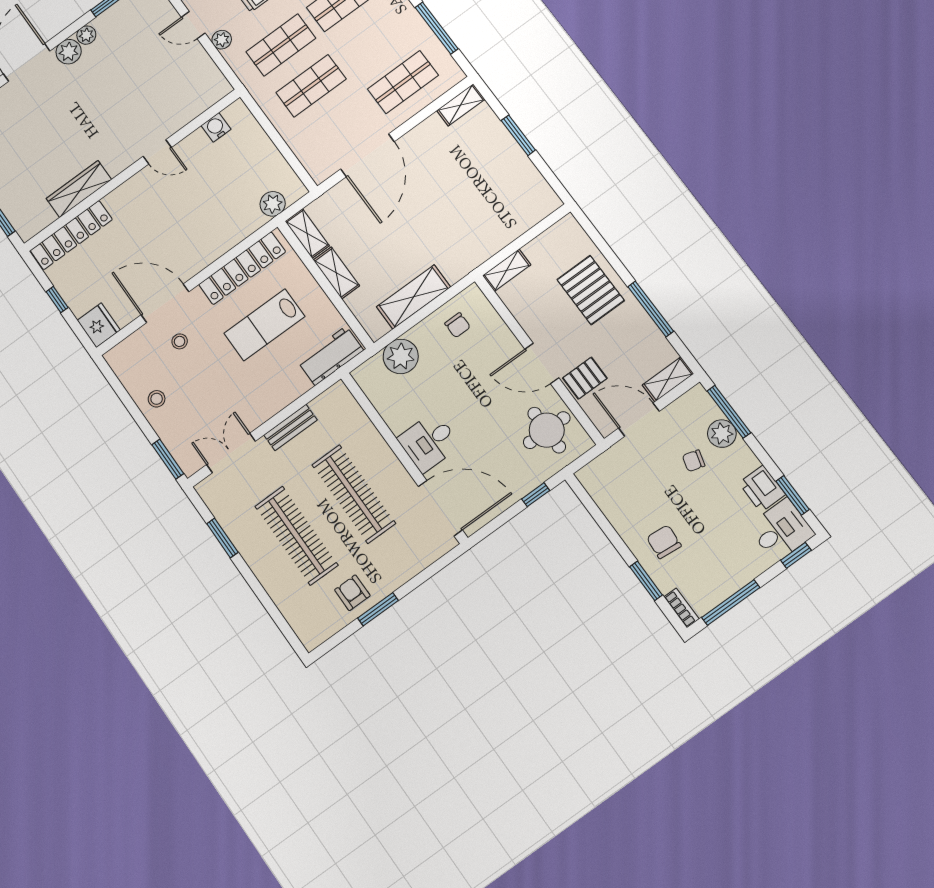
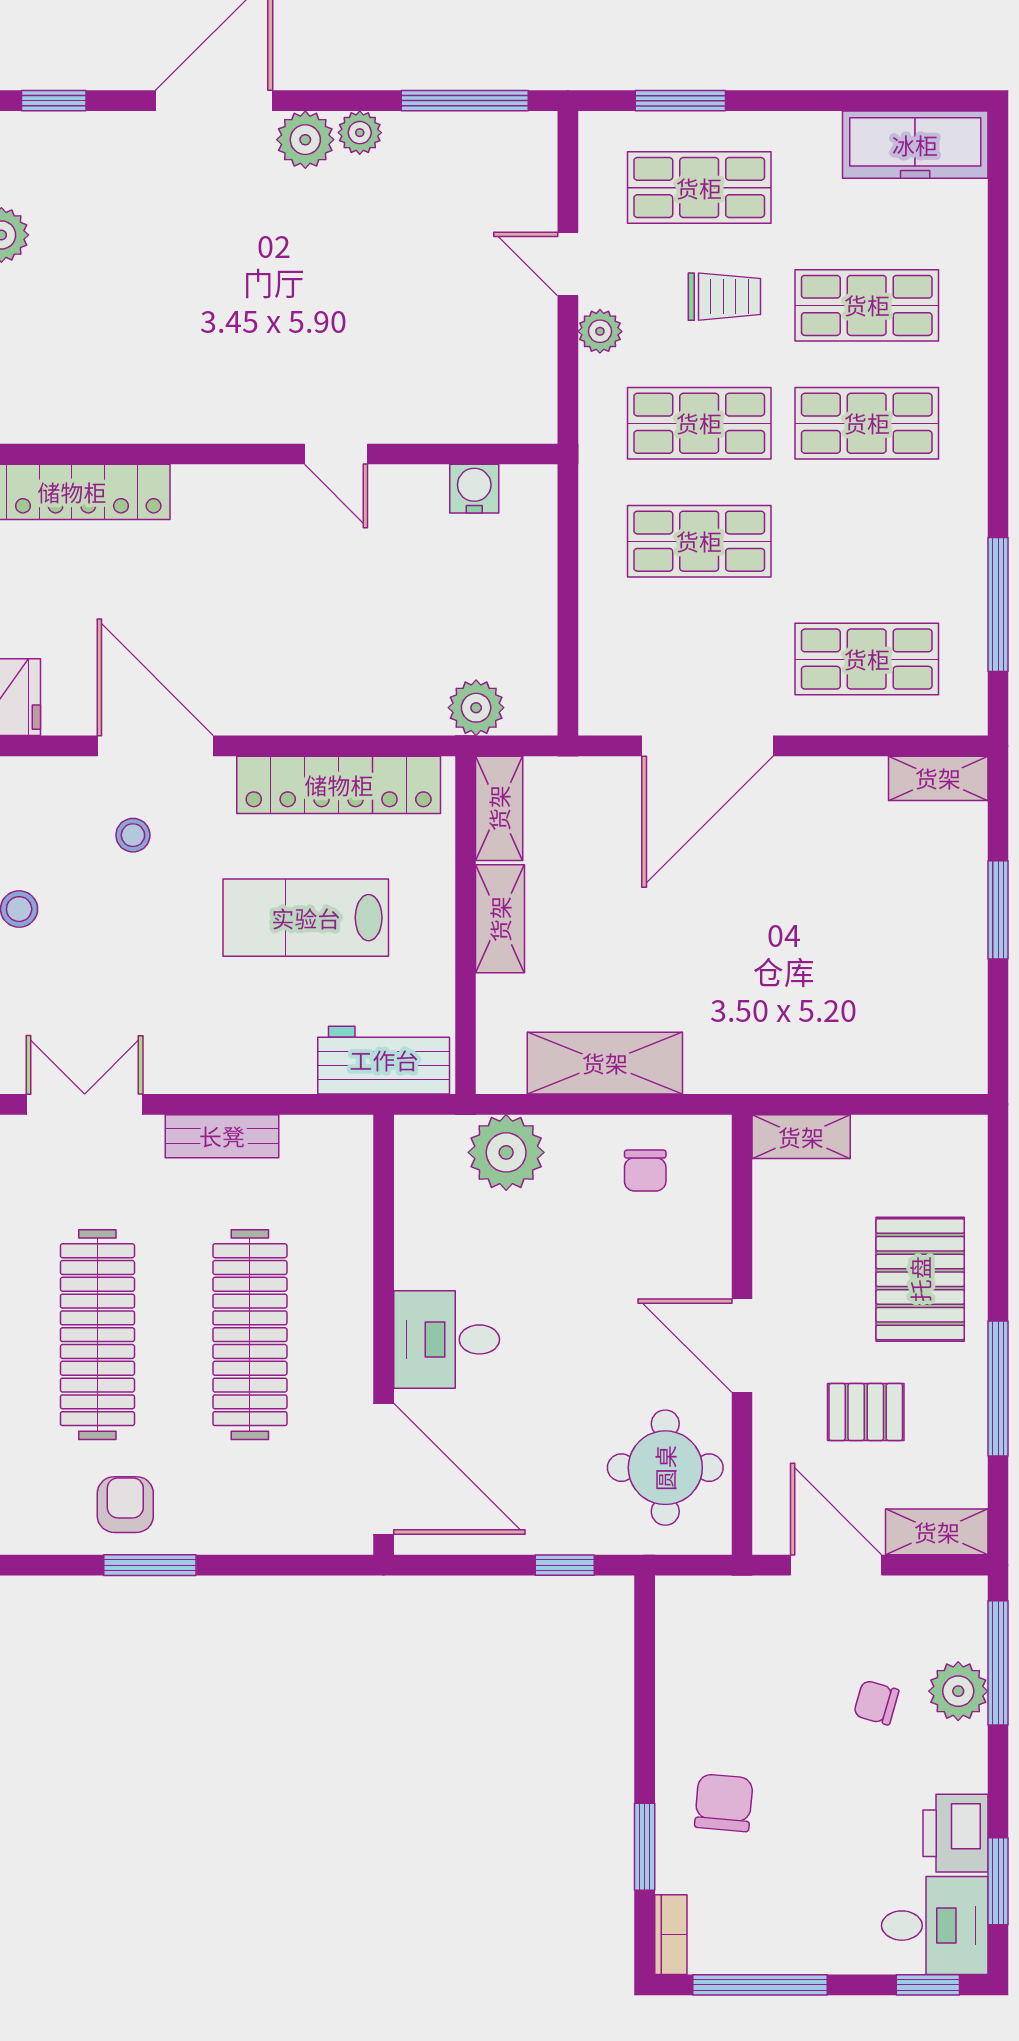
wardrobe: (79, 189) -> (145, 416), removed
pallet: (585, 378) -> (866, 1412), moved

